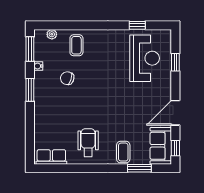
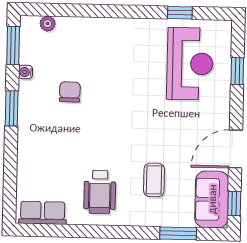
coffee table: (76, 45) -> (85, 41), removed
chair: (67, 78) -> (70, 92), turned 74
wheelchair: (88, 143) -> (100, 192), turned 180
coffee table: (123, 152) -> (154, 180), moved

